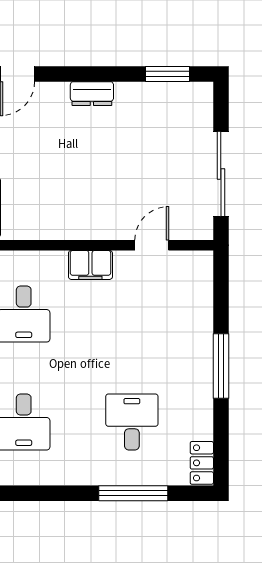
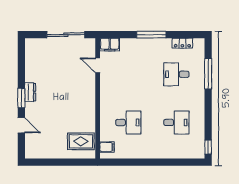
window: (168, 74) -> (21, 98), moved
filing cabinet: (90, 265) -> (110, 45), moved, turned 90
locker: (202, 463) -> (182, 43), moved

